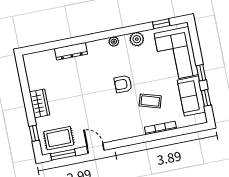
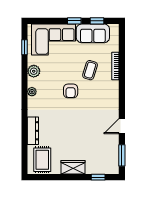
rug: (59, 138) -> (42, 160), moved

